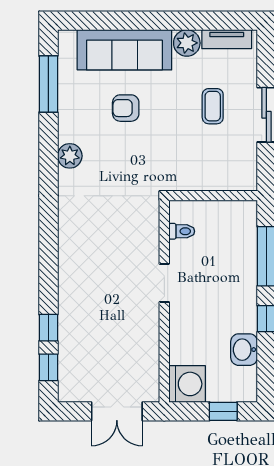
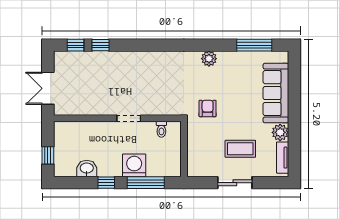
coffee table: (213, 106) -> (240, 149), width x1.36, depth x1.30
armchair: (126, 108) -> (208, 108), moved
washing machine: (187, 384) -> (134, 165), moved, turned 180

